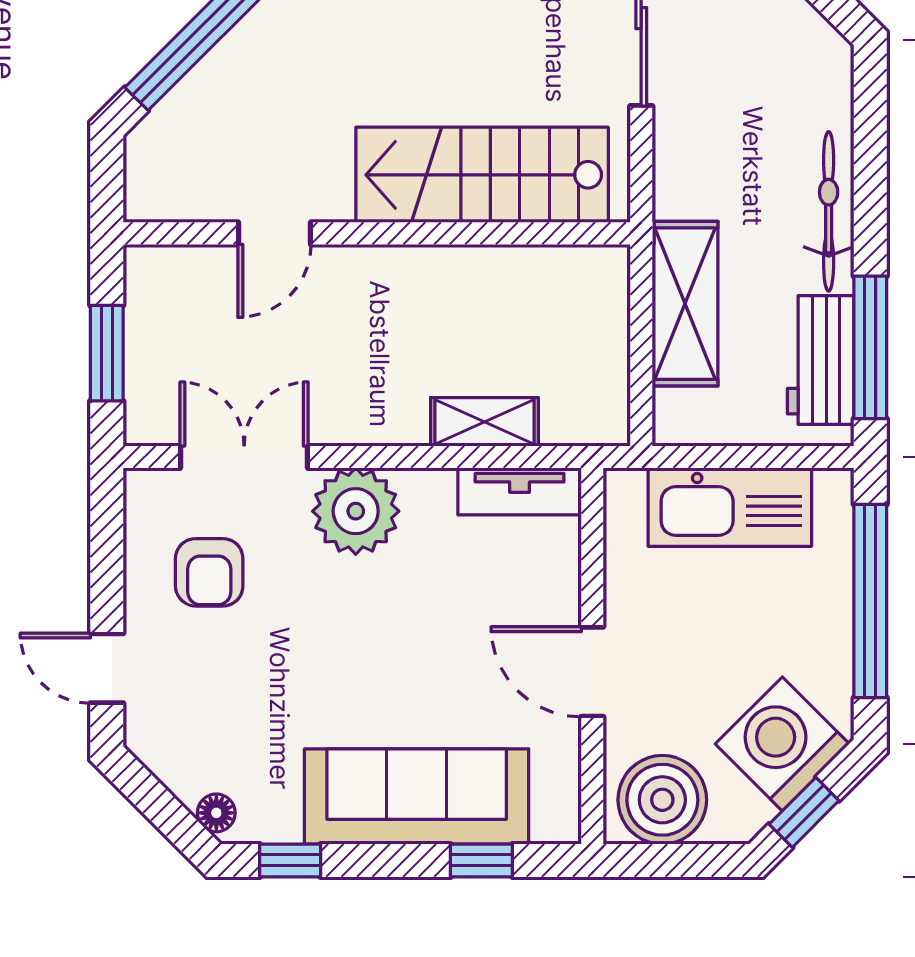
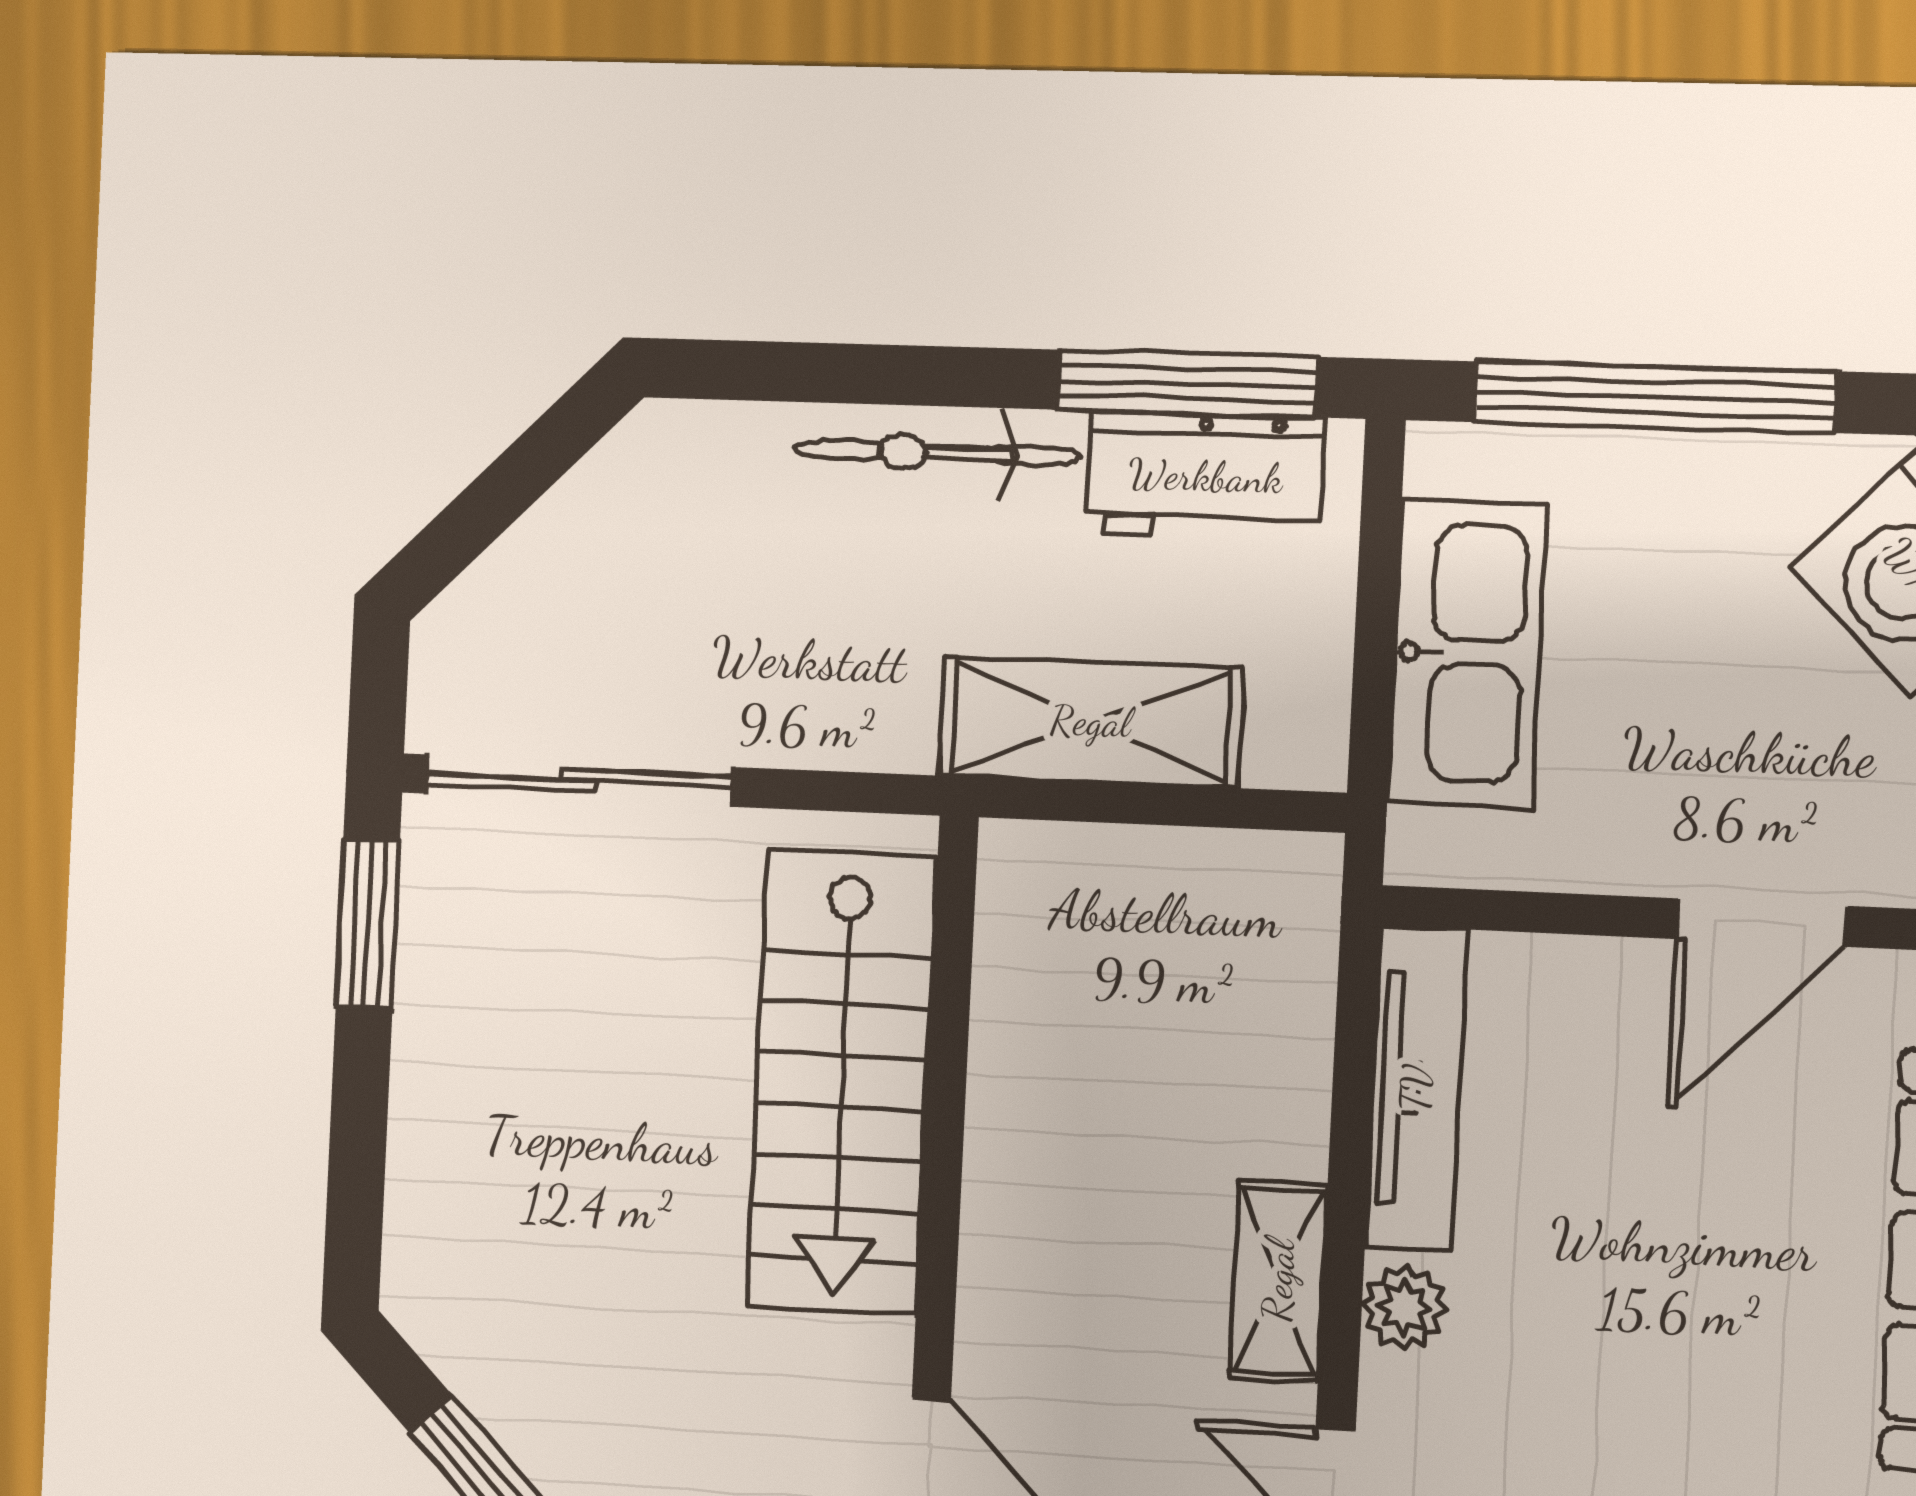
shelving: (484, 422) -> (1278, 1281), moved
tv unit: (520, 491) -> (1416, 1088), width x1.41
plant: (356, 511) -> (1404, 1307), width x0.53, depth x0.53

